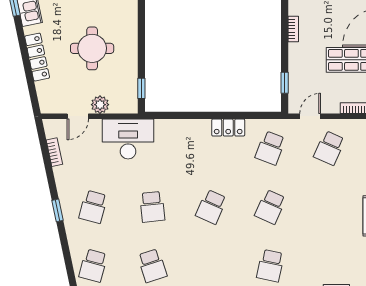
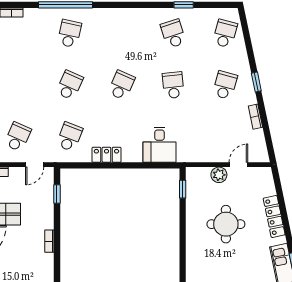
desk: (128, 139) -> (159, 145), moved, width x0.73
bookcase: (54, 152) -> (255, 117), moved

